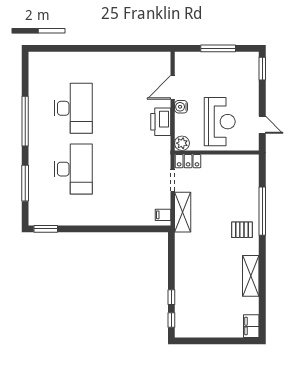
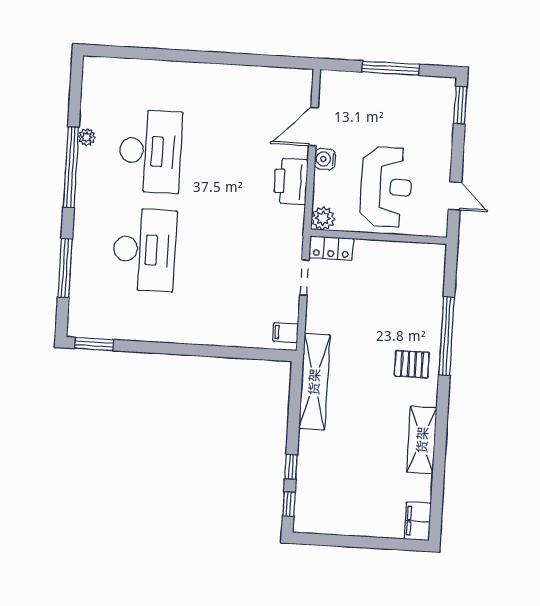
plant: (34, 102) -> (87, 137), added
shelving: (183, 212) -> (314, 382), moved, width x1.47

